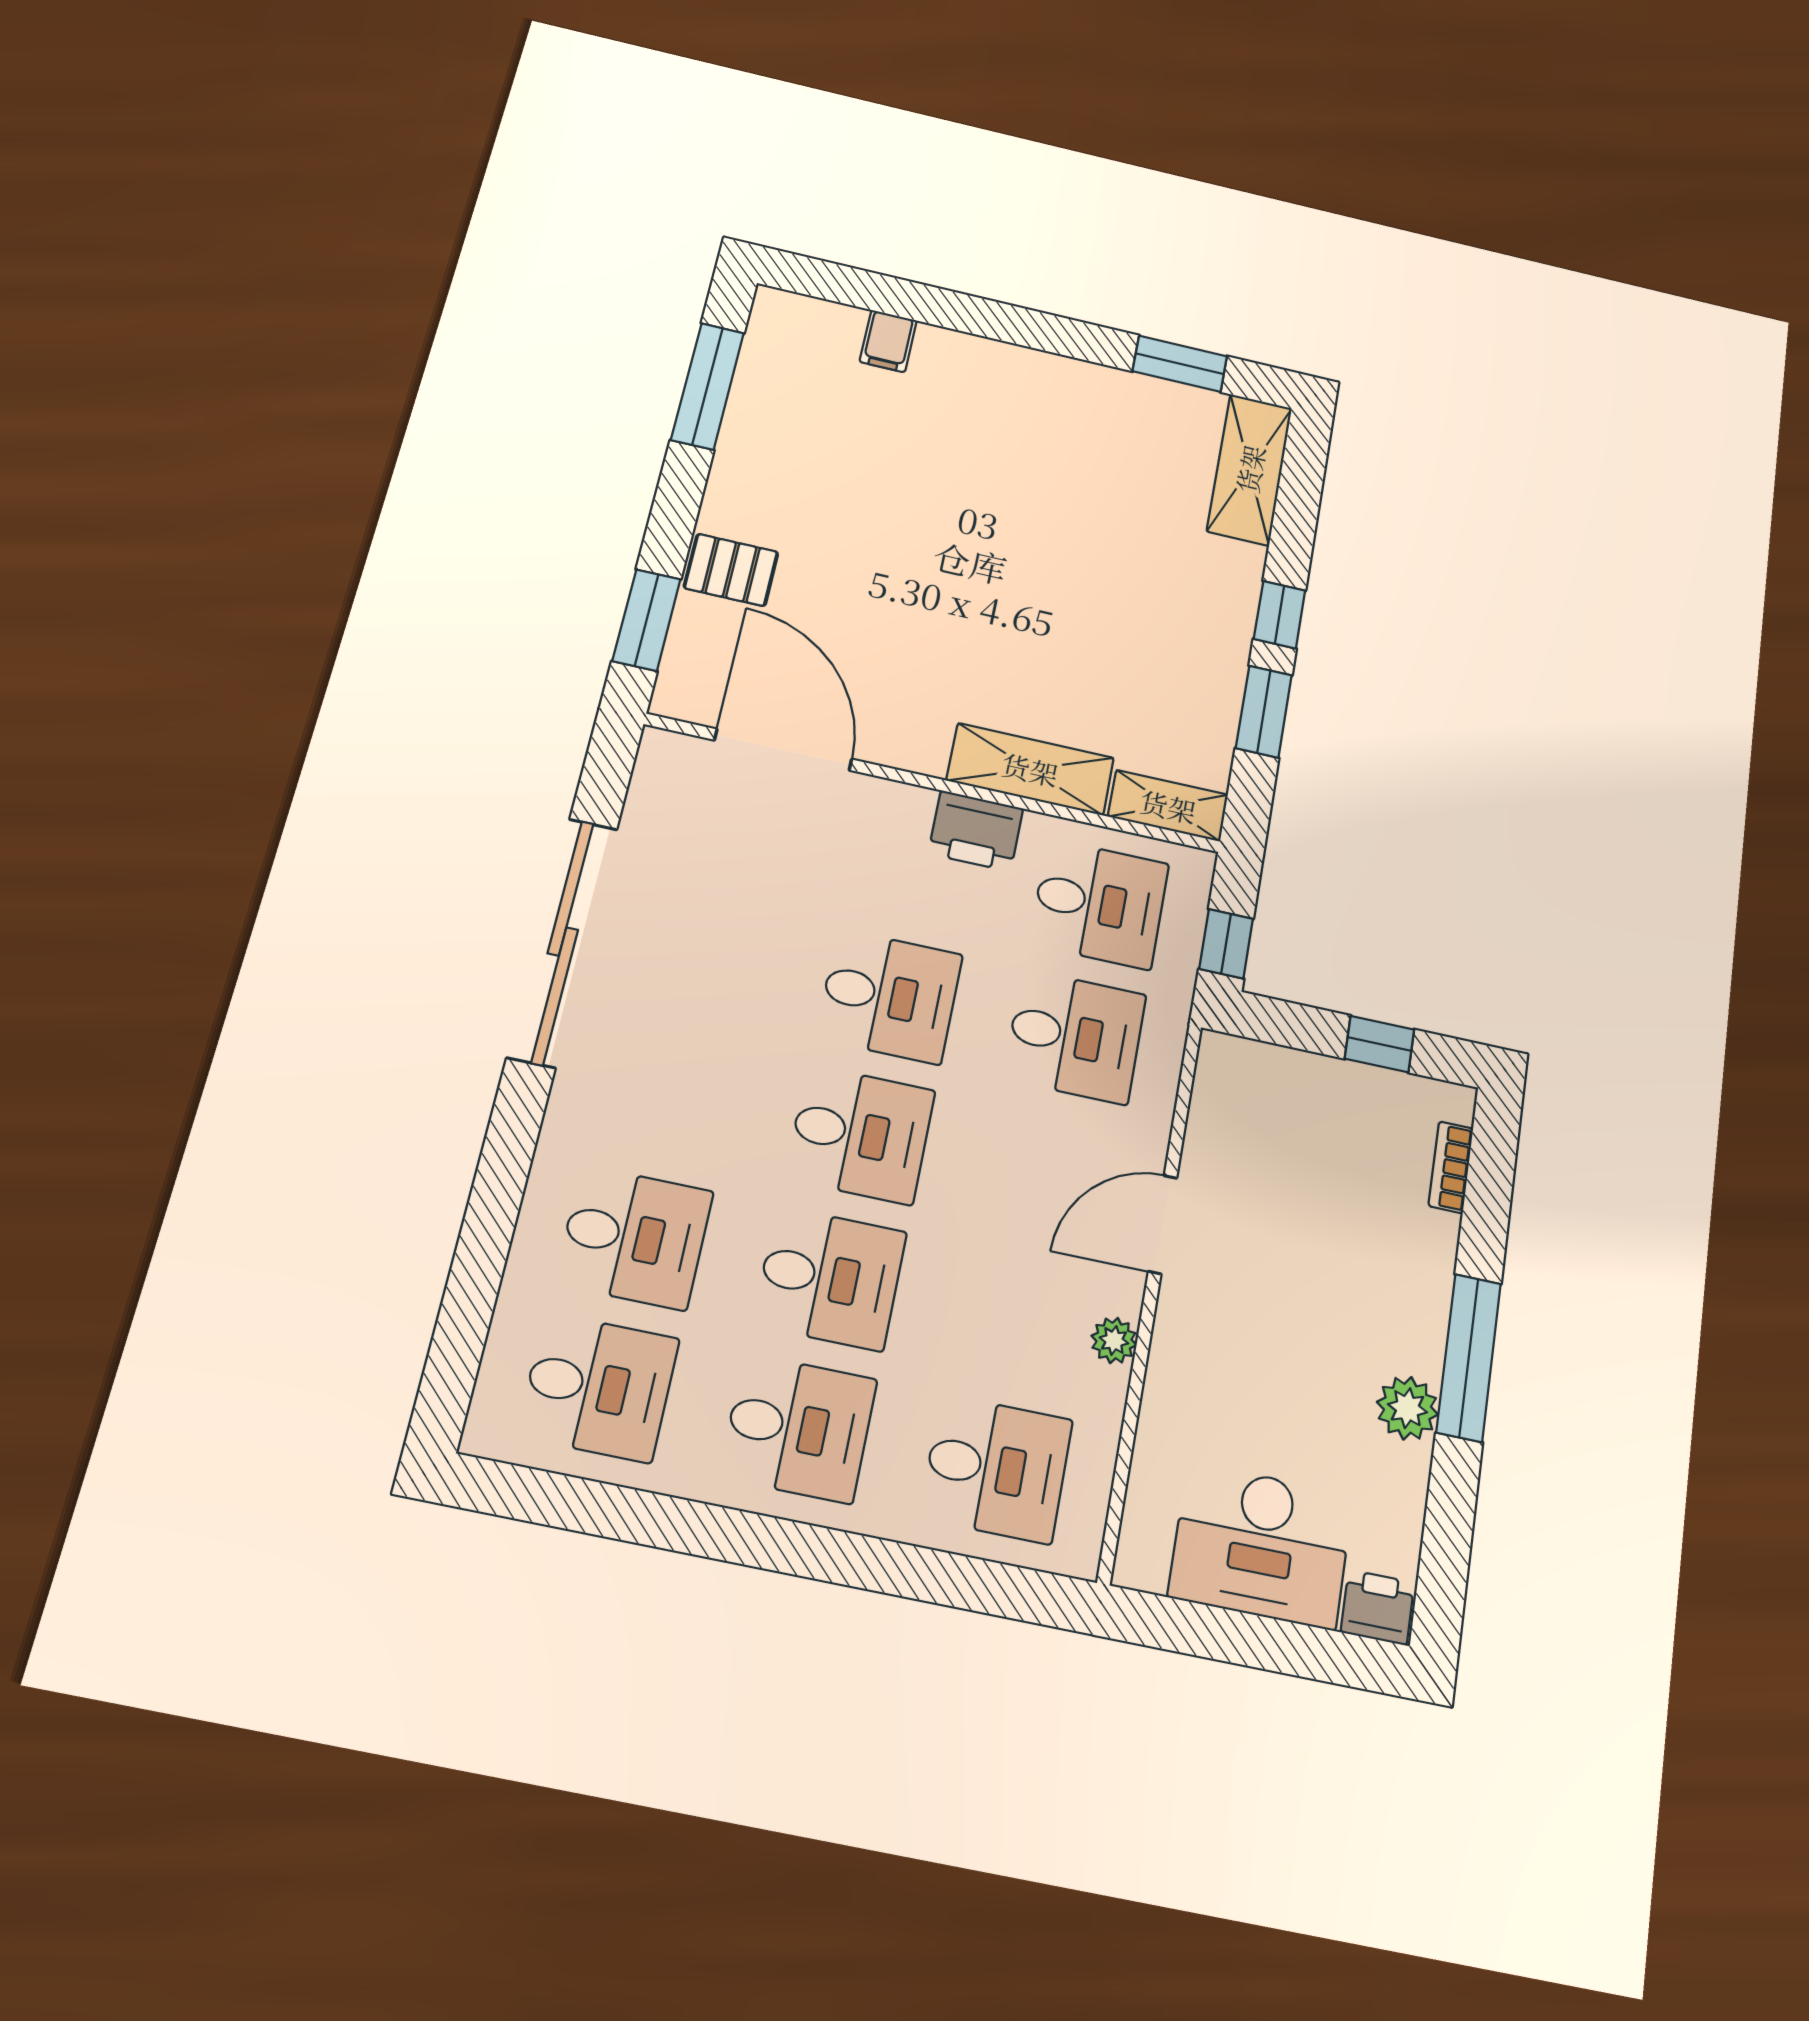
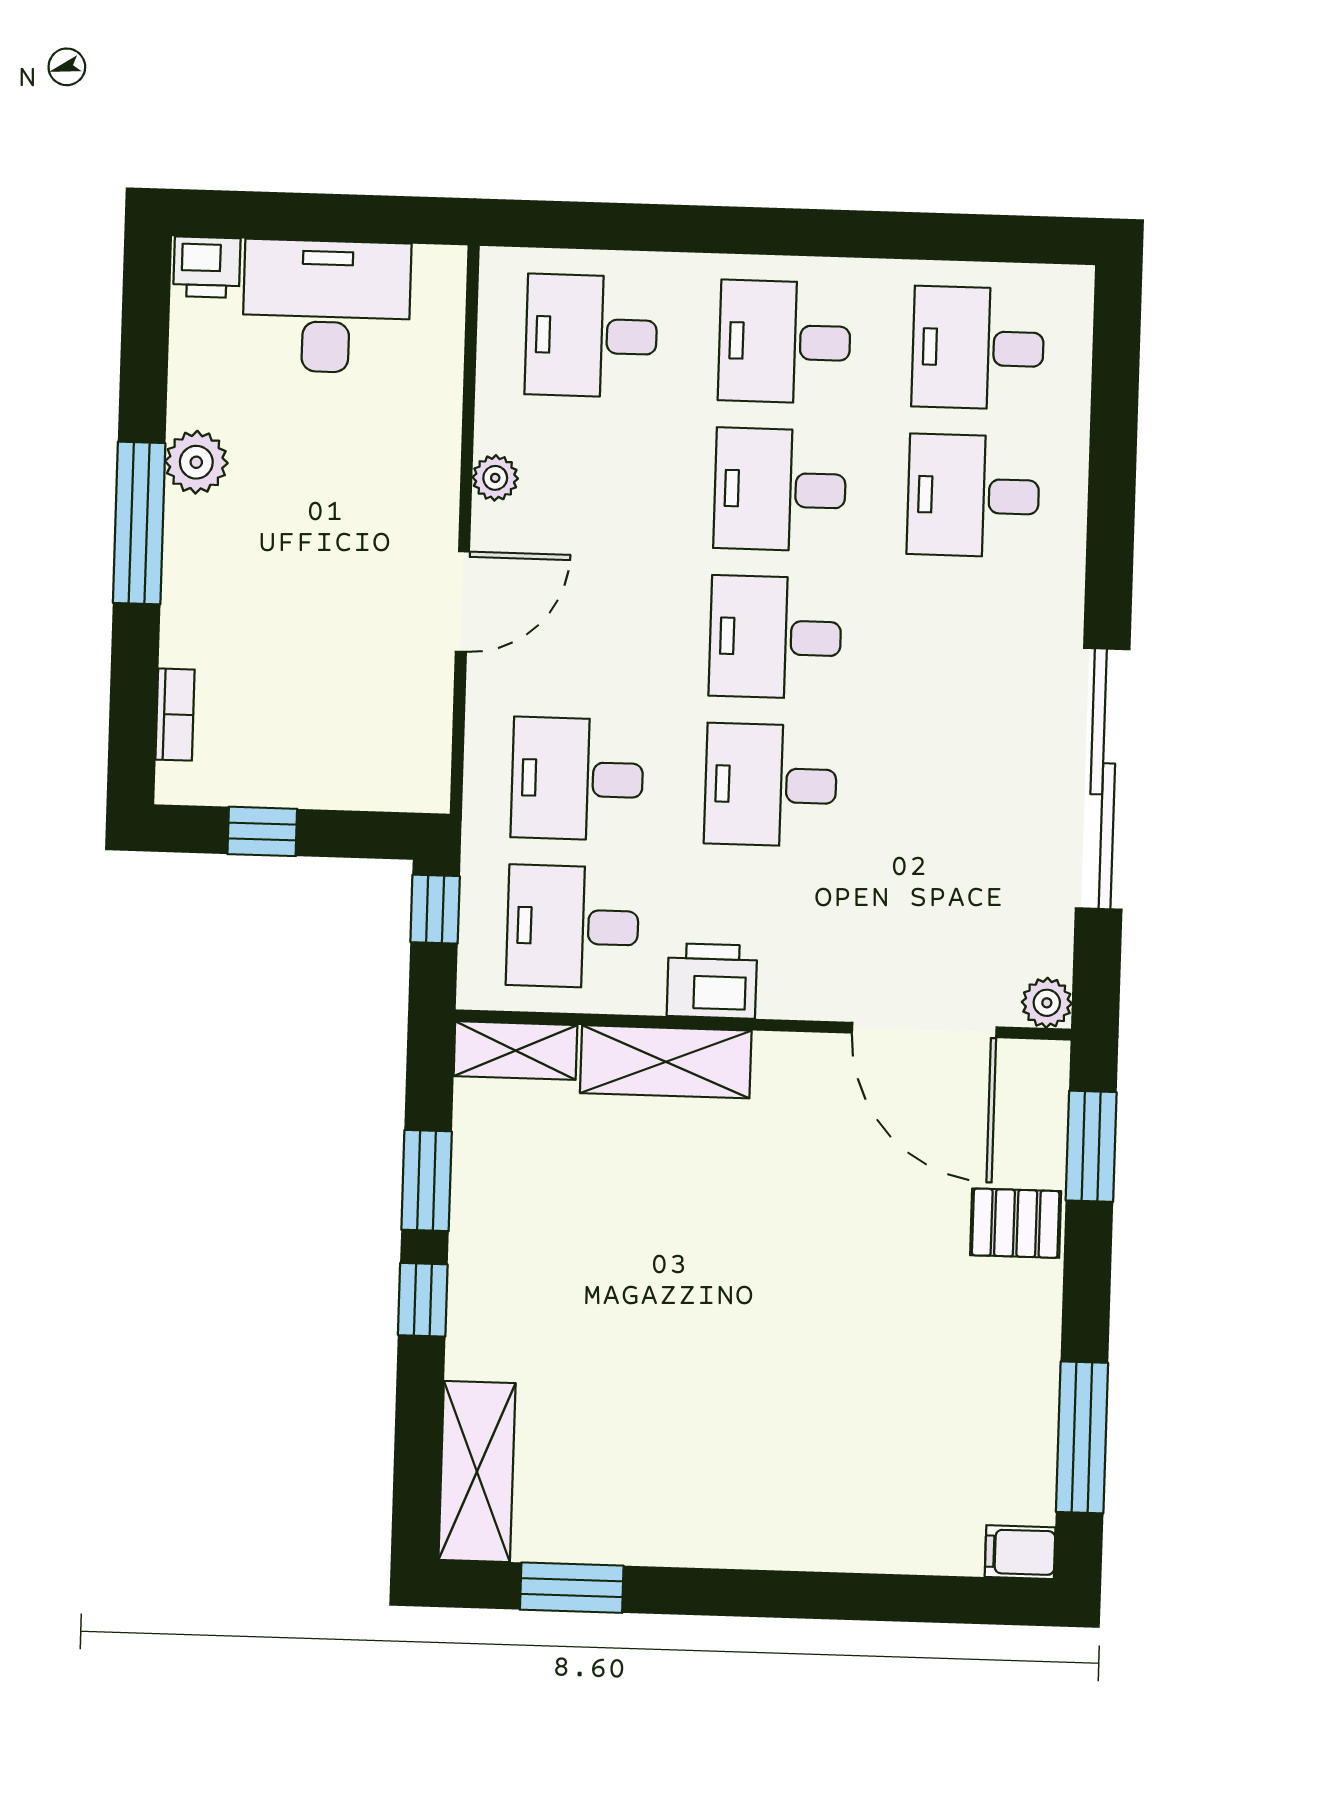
filing cabinet: (888, 341) -> (1020, 1552), moved, turned -90
plant: (662, 751) -> (1047, 1003), added

